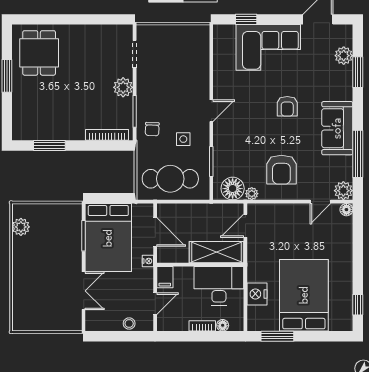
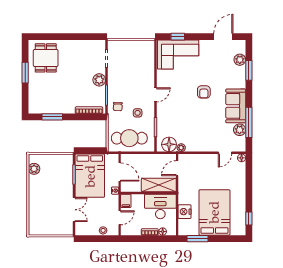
corner sofa: (268, 47) -> (178, 54), moved
armchair: (281, 170) -> (200, 132), removed
plant: (343, 191) -> (240, 130), moved

